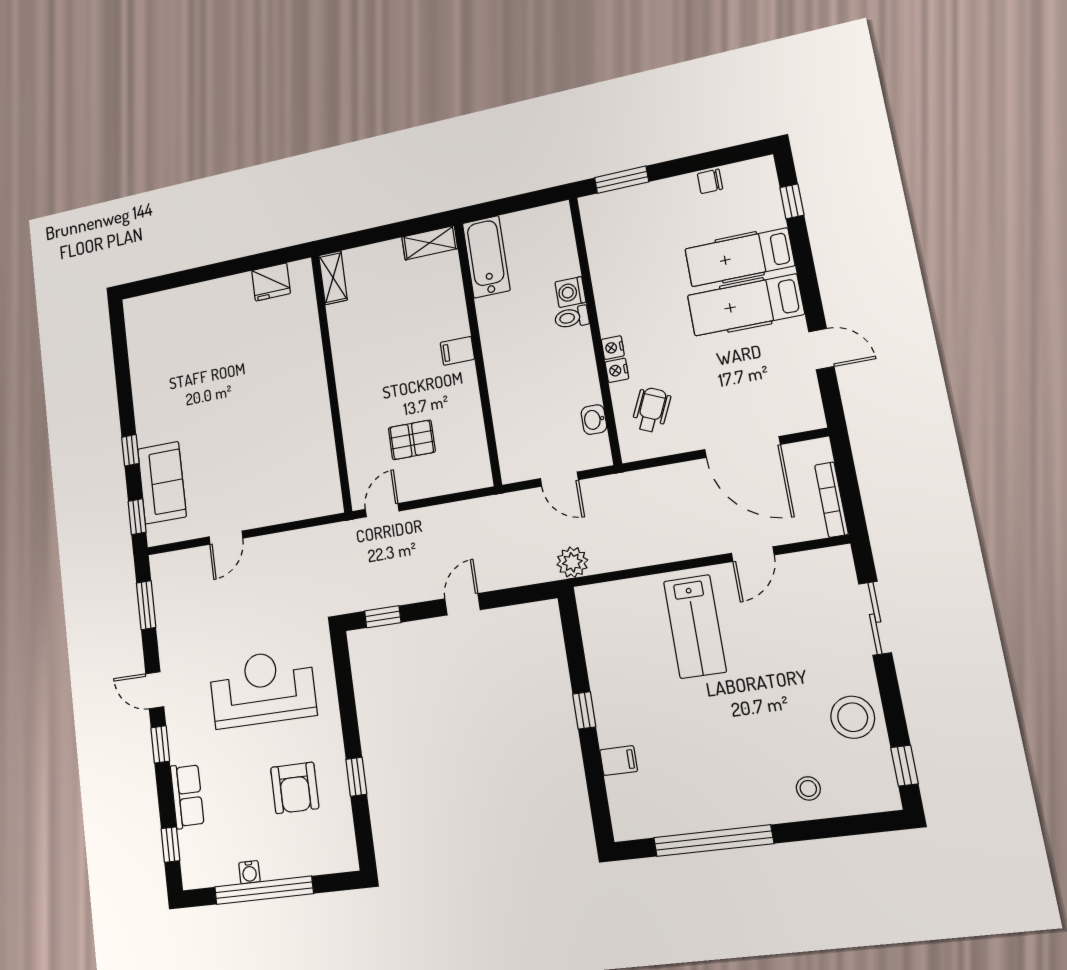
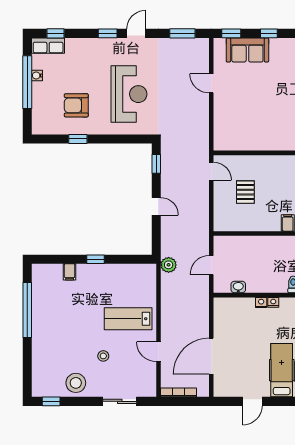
wheelchair: (651, 410) -> (238, 316), removed
stool: (808, 788) -> (103, 356), moved
row of seats: (187, 796) -> (48, 46), moved

